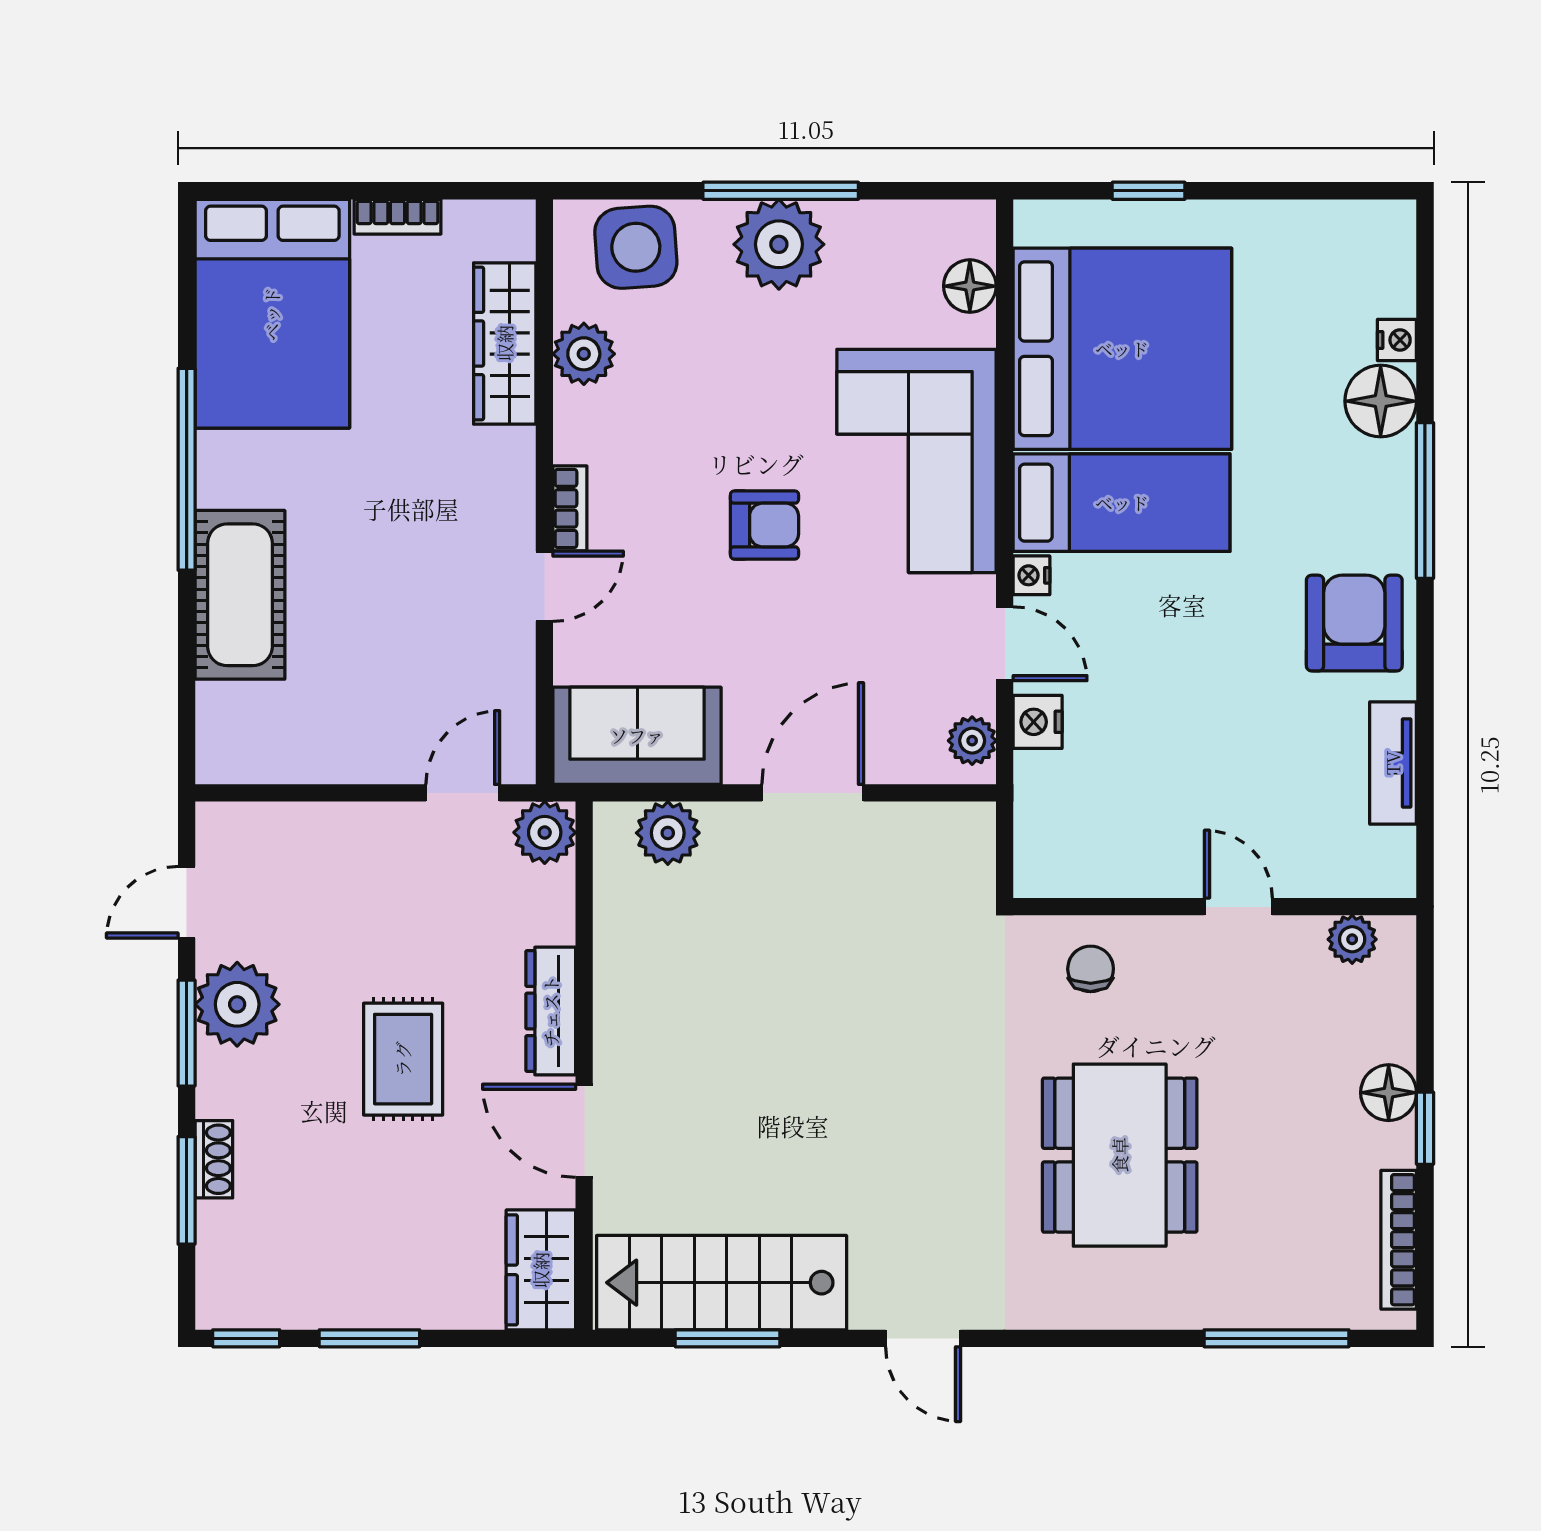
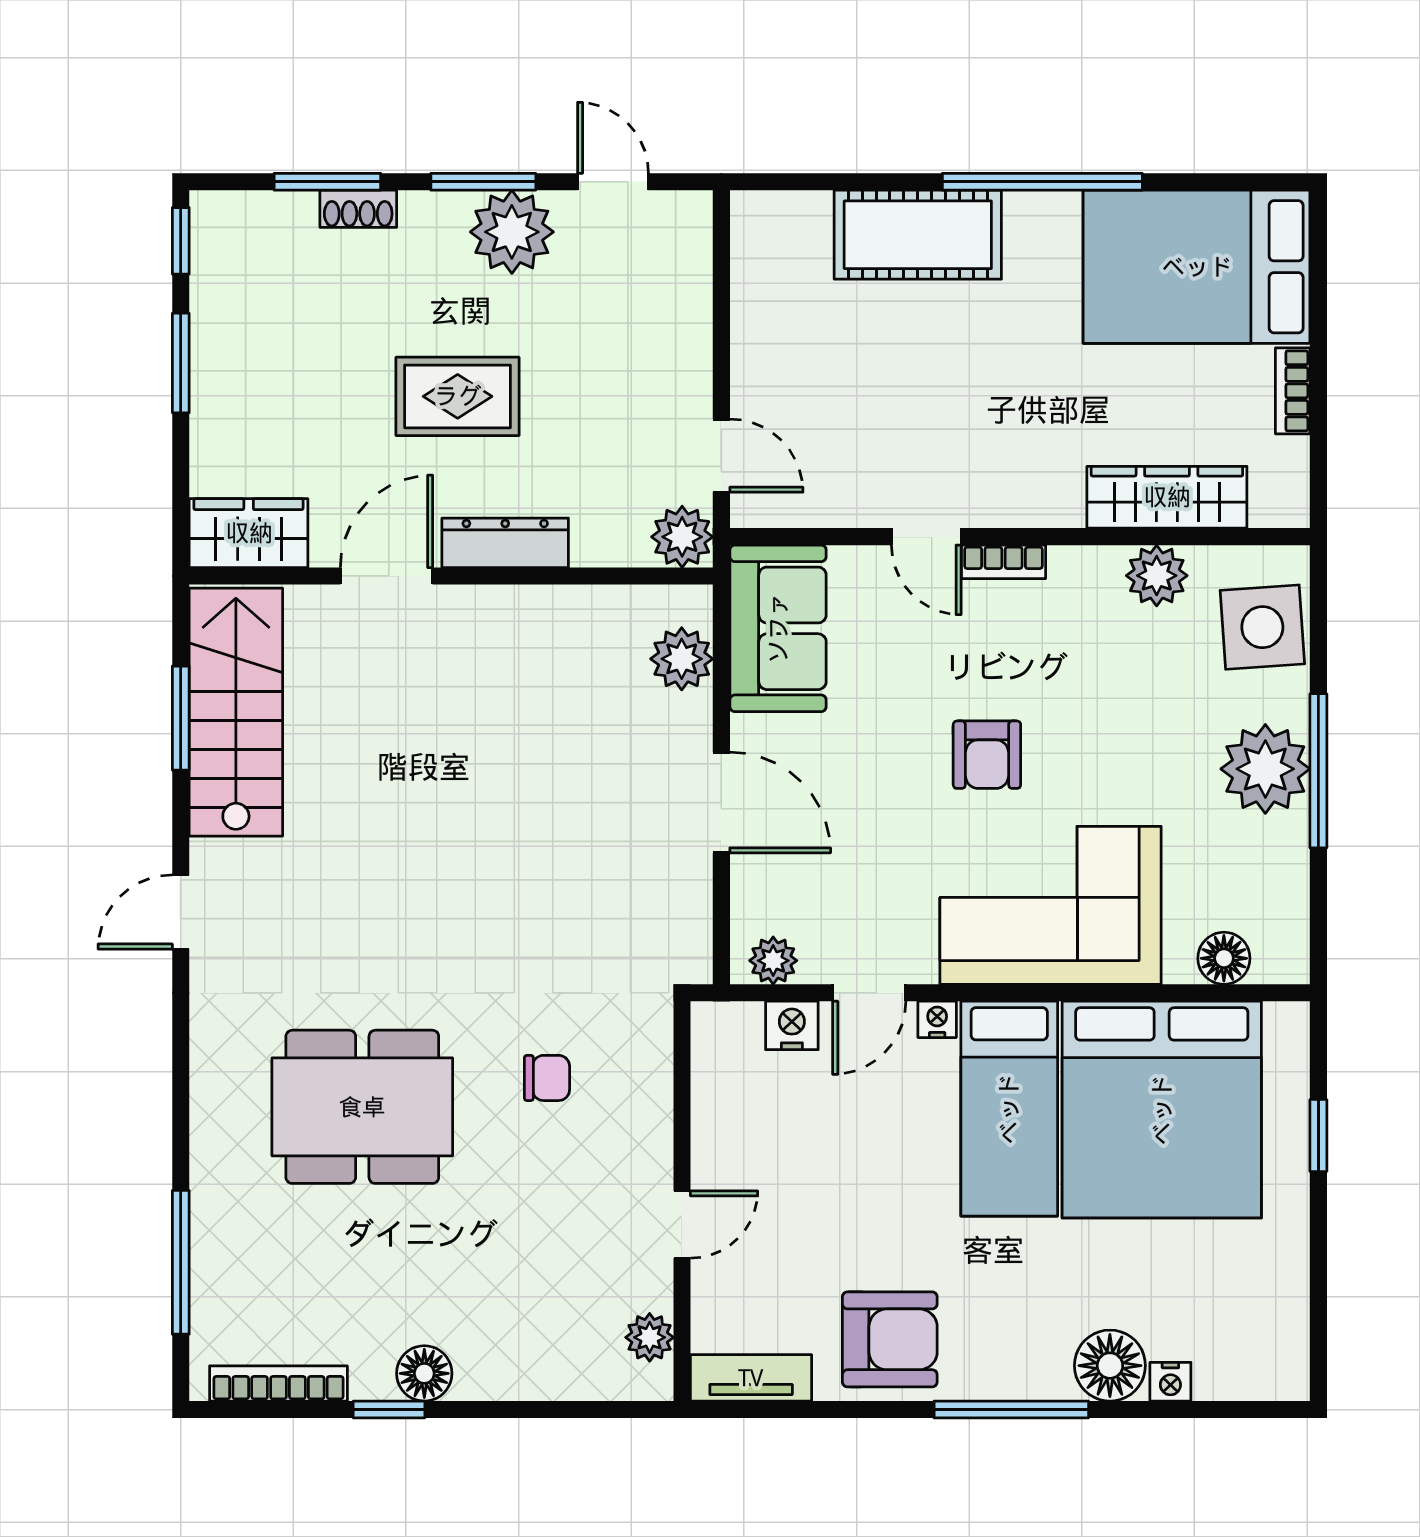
wall: (1215, 907) -> (682, 1201), moved
door: (1238, 907) -> (682, 1225), moved
plant: (1352, 939) -> (650, 1337), moved

